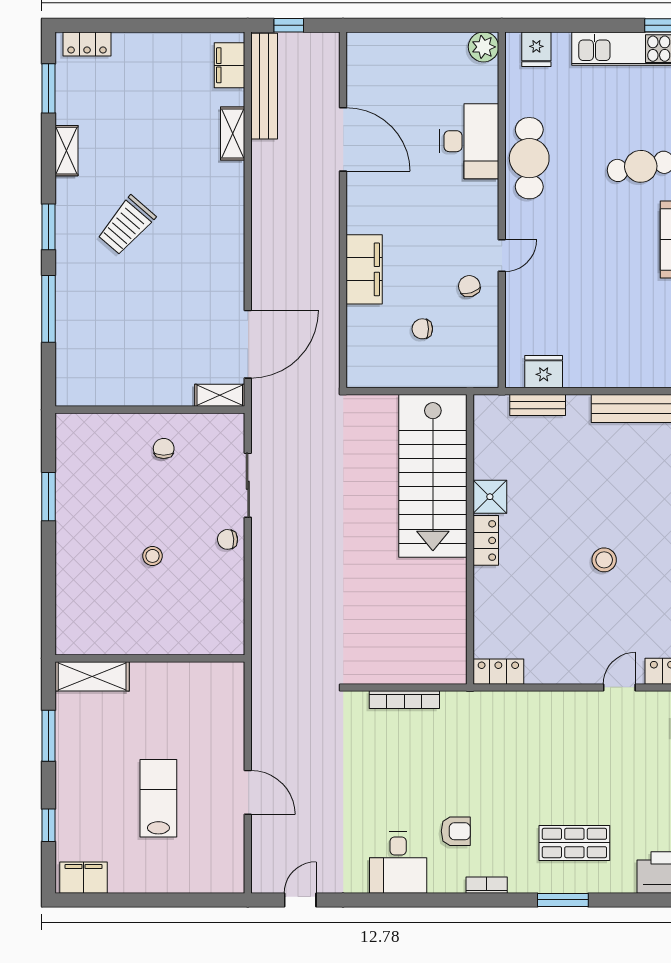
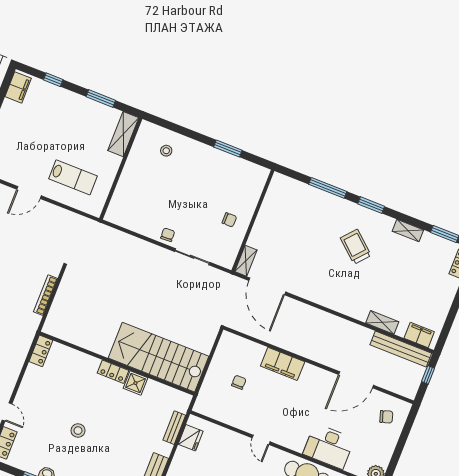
chair: (469, 286) -> (386, 417), moved
stool: (152, 556) -> (166, 151), moved
lab bench: (158, 798) -> (73, 177), moved

